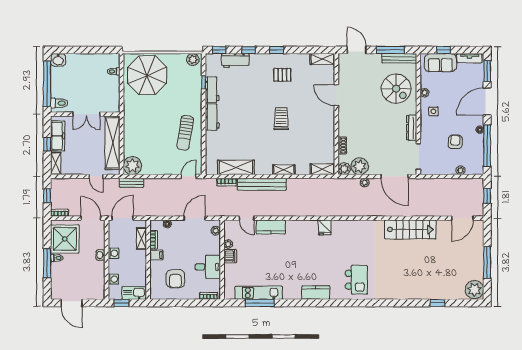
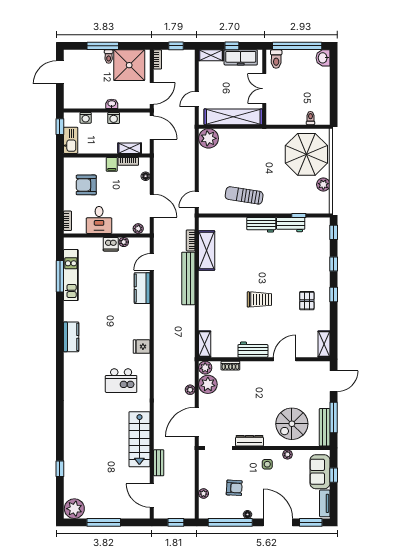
plant: (193, 60) -> (323, 185), moved
workbench: (235, 61) -> (253, 350), moved, turned 90
shelving: (284, 170) -> (204, 302), removed
door: (189, 176) -> (197, 199), swing flipped
bench: (132, 183) -> (159, 463), moved
kitchen island: (356, 280) -> (121, 381), moved

